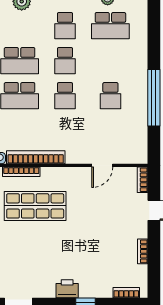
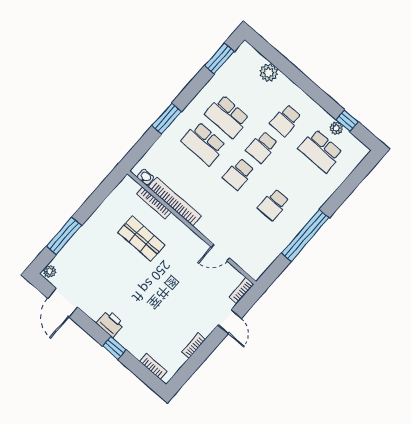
shop shelf: (35, 206) -> (142, 239), width x0.70, depth x0.74

